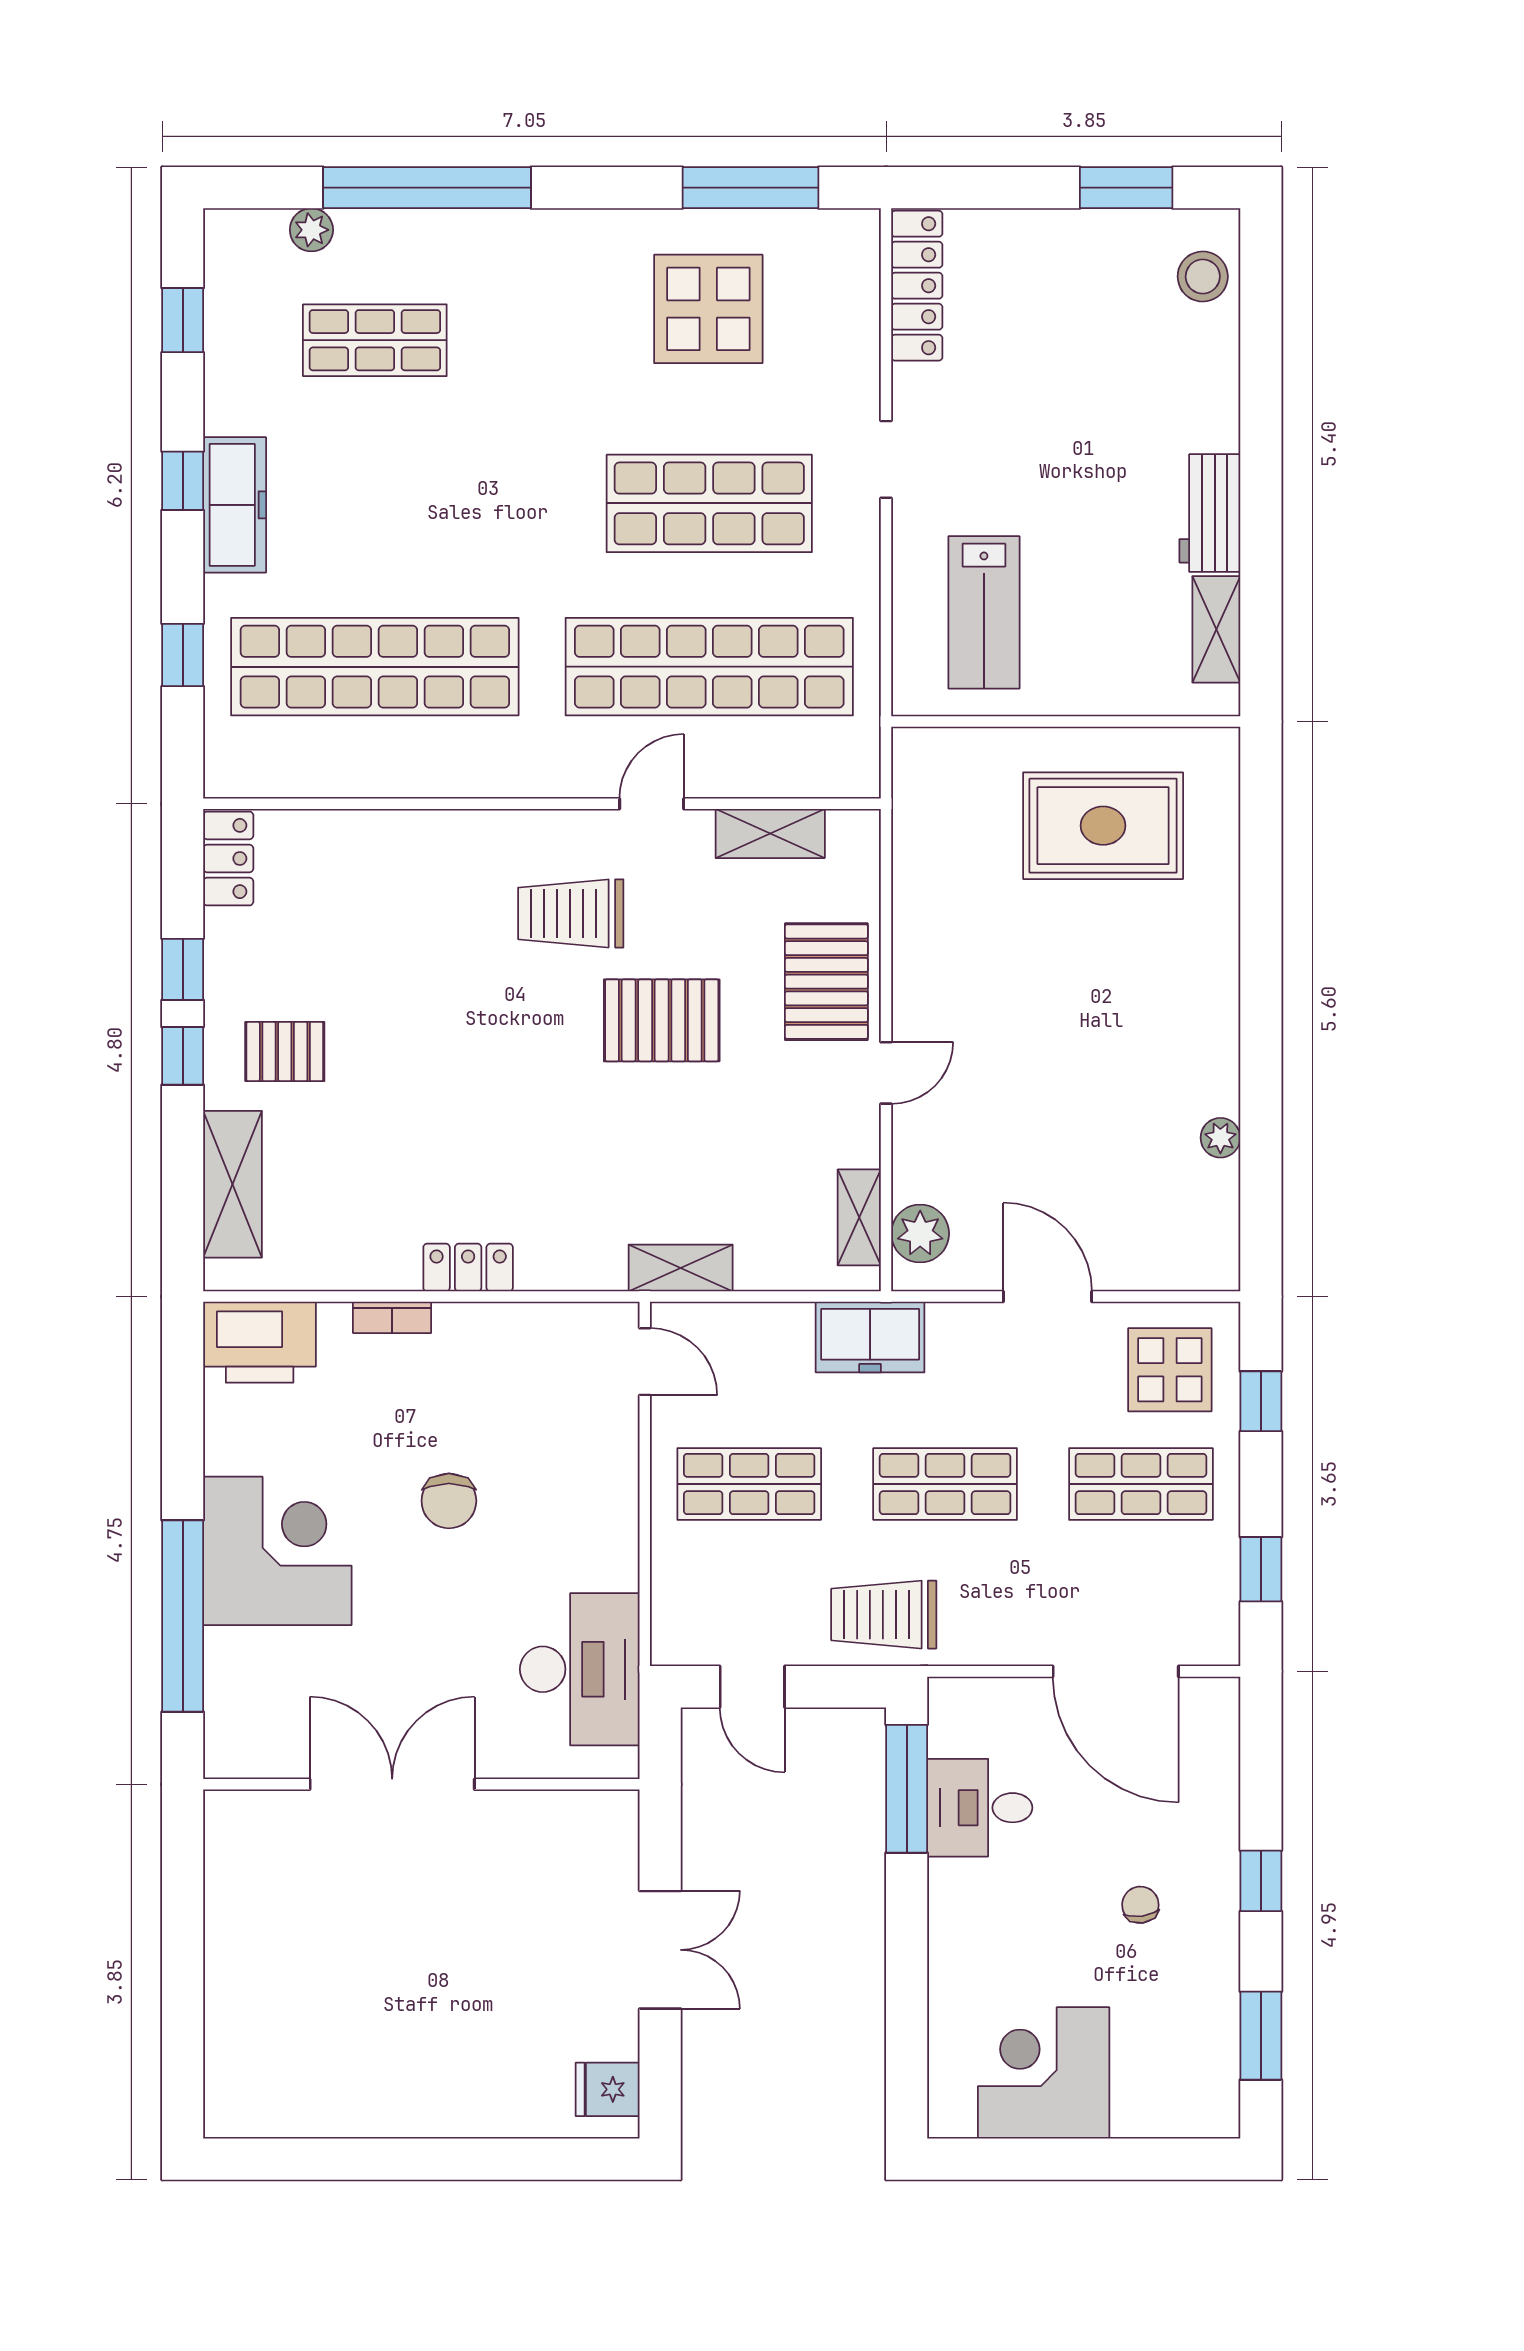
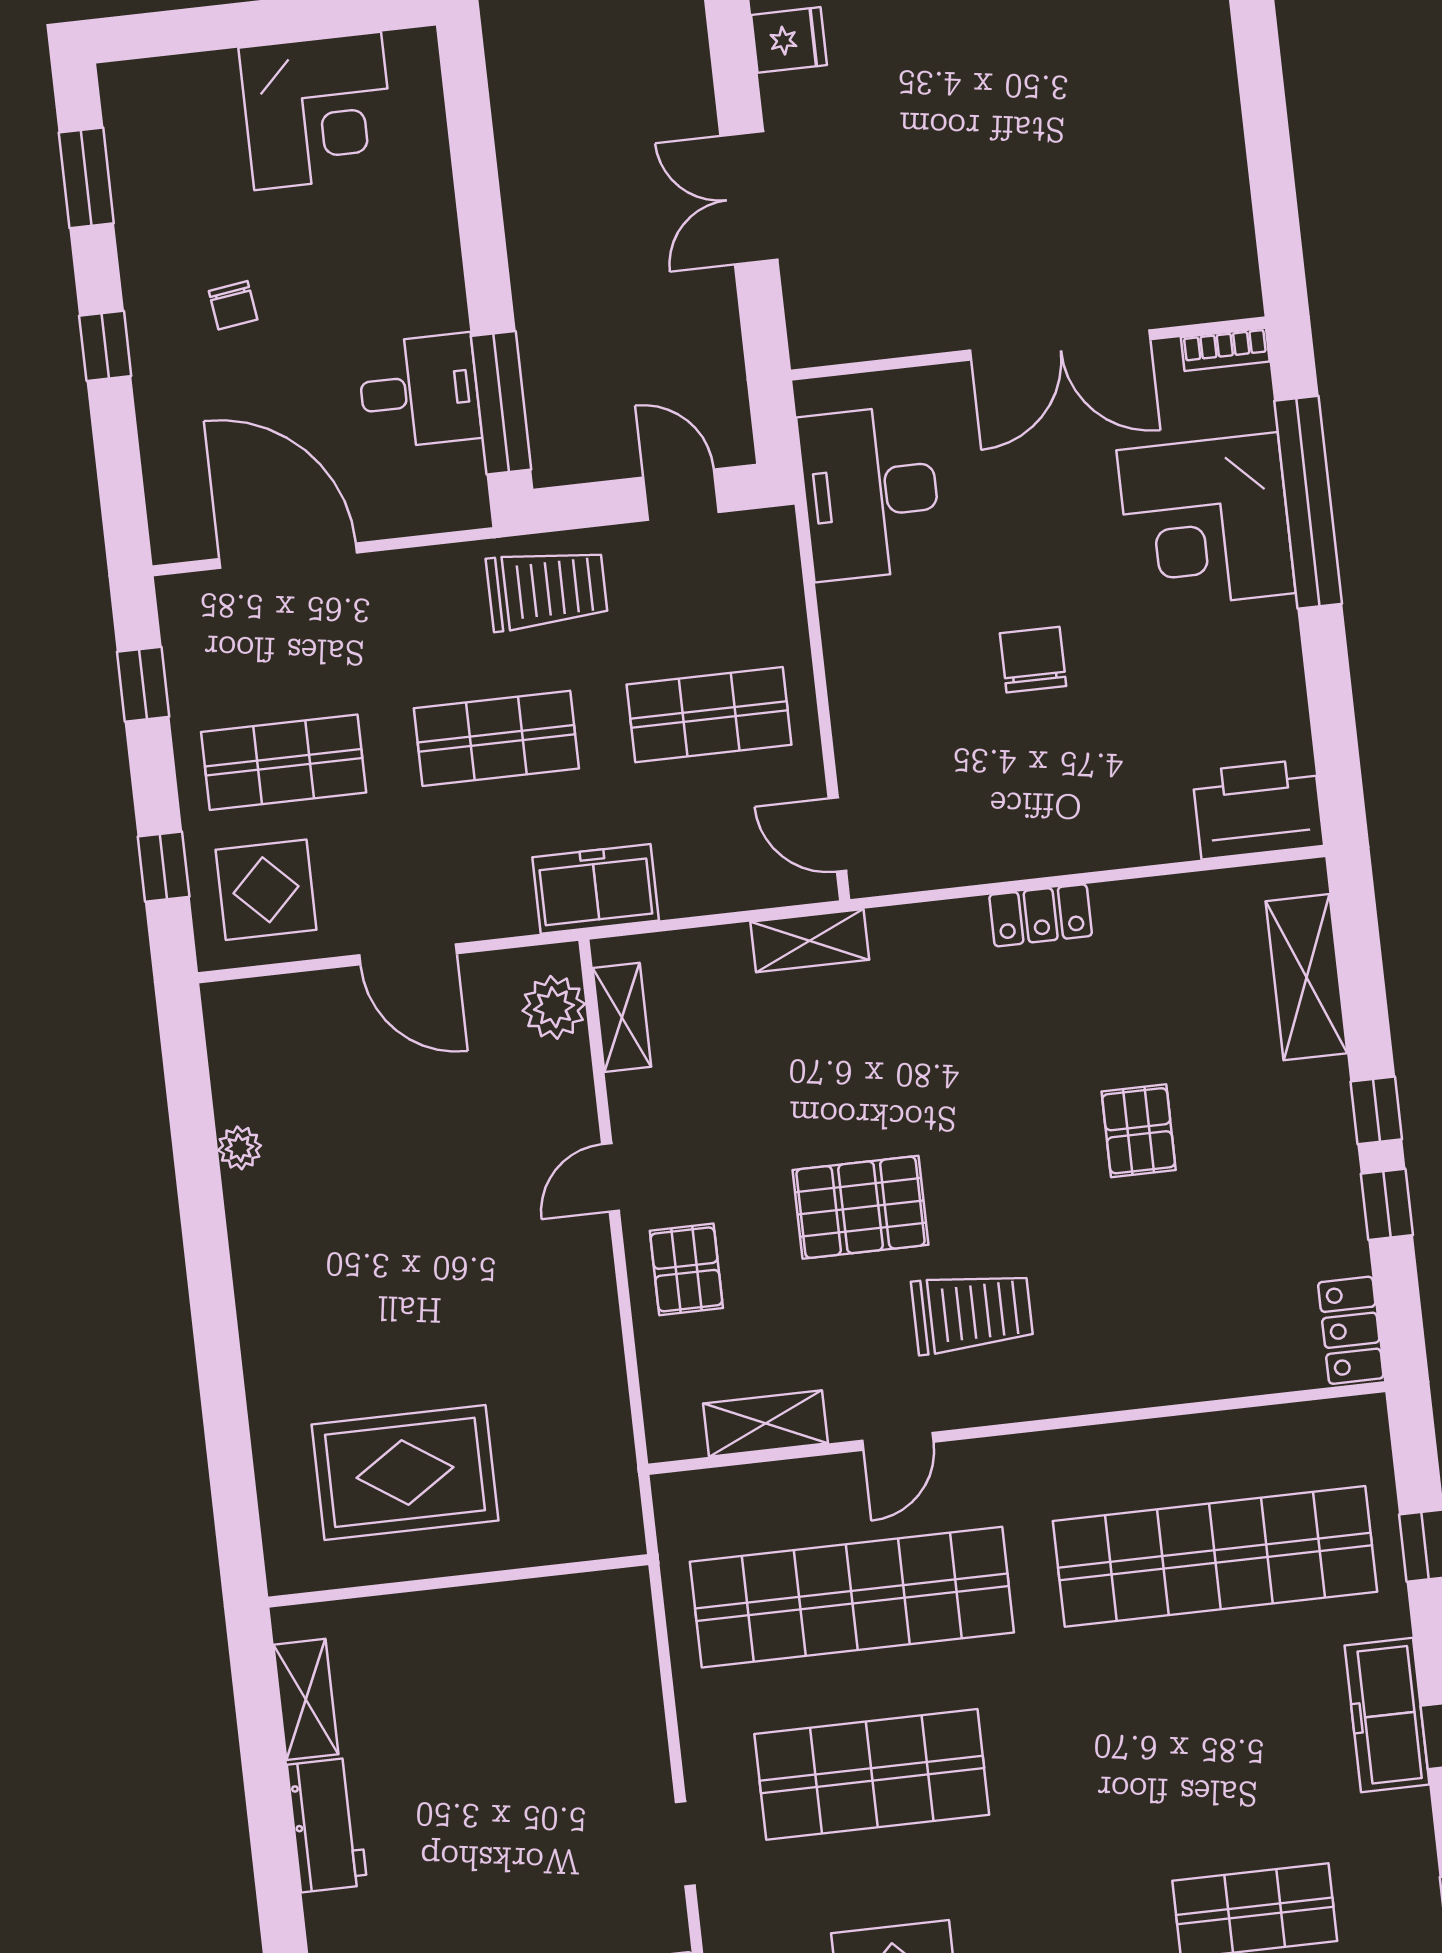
lab bench: (984, 612) -> (560, 1690), removed
pallet: (826, 982) -> (686, 1269), width x0.67, depth x0.71
pallet: (285, 1052) -> (1139, 1131), moved, turned 90
bookcase: (392, 1317) -> (1225, 349), moved, turned 180
corner desk: (277, 1551) -> (1206, 522), moved

